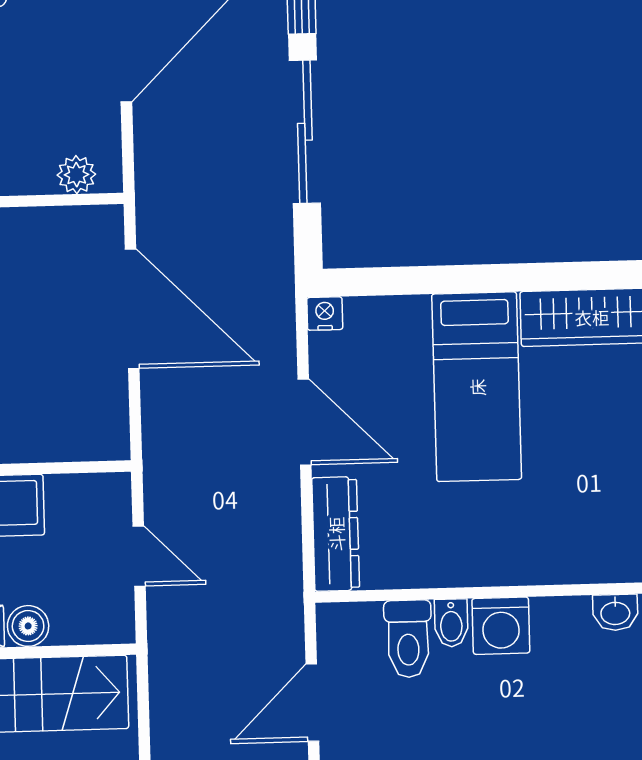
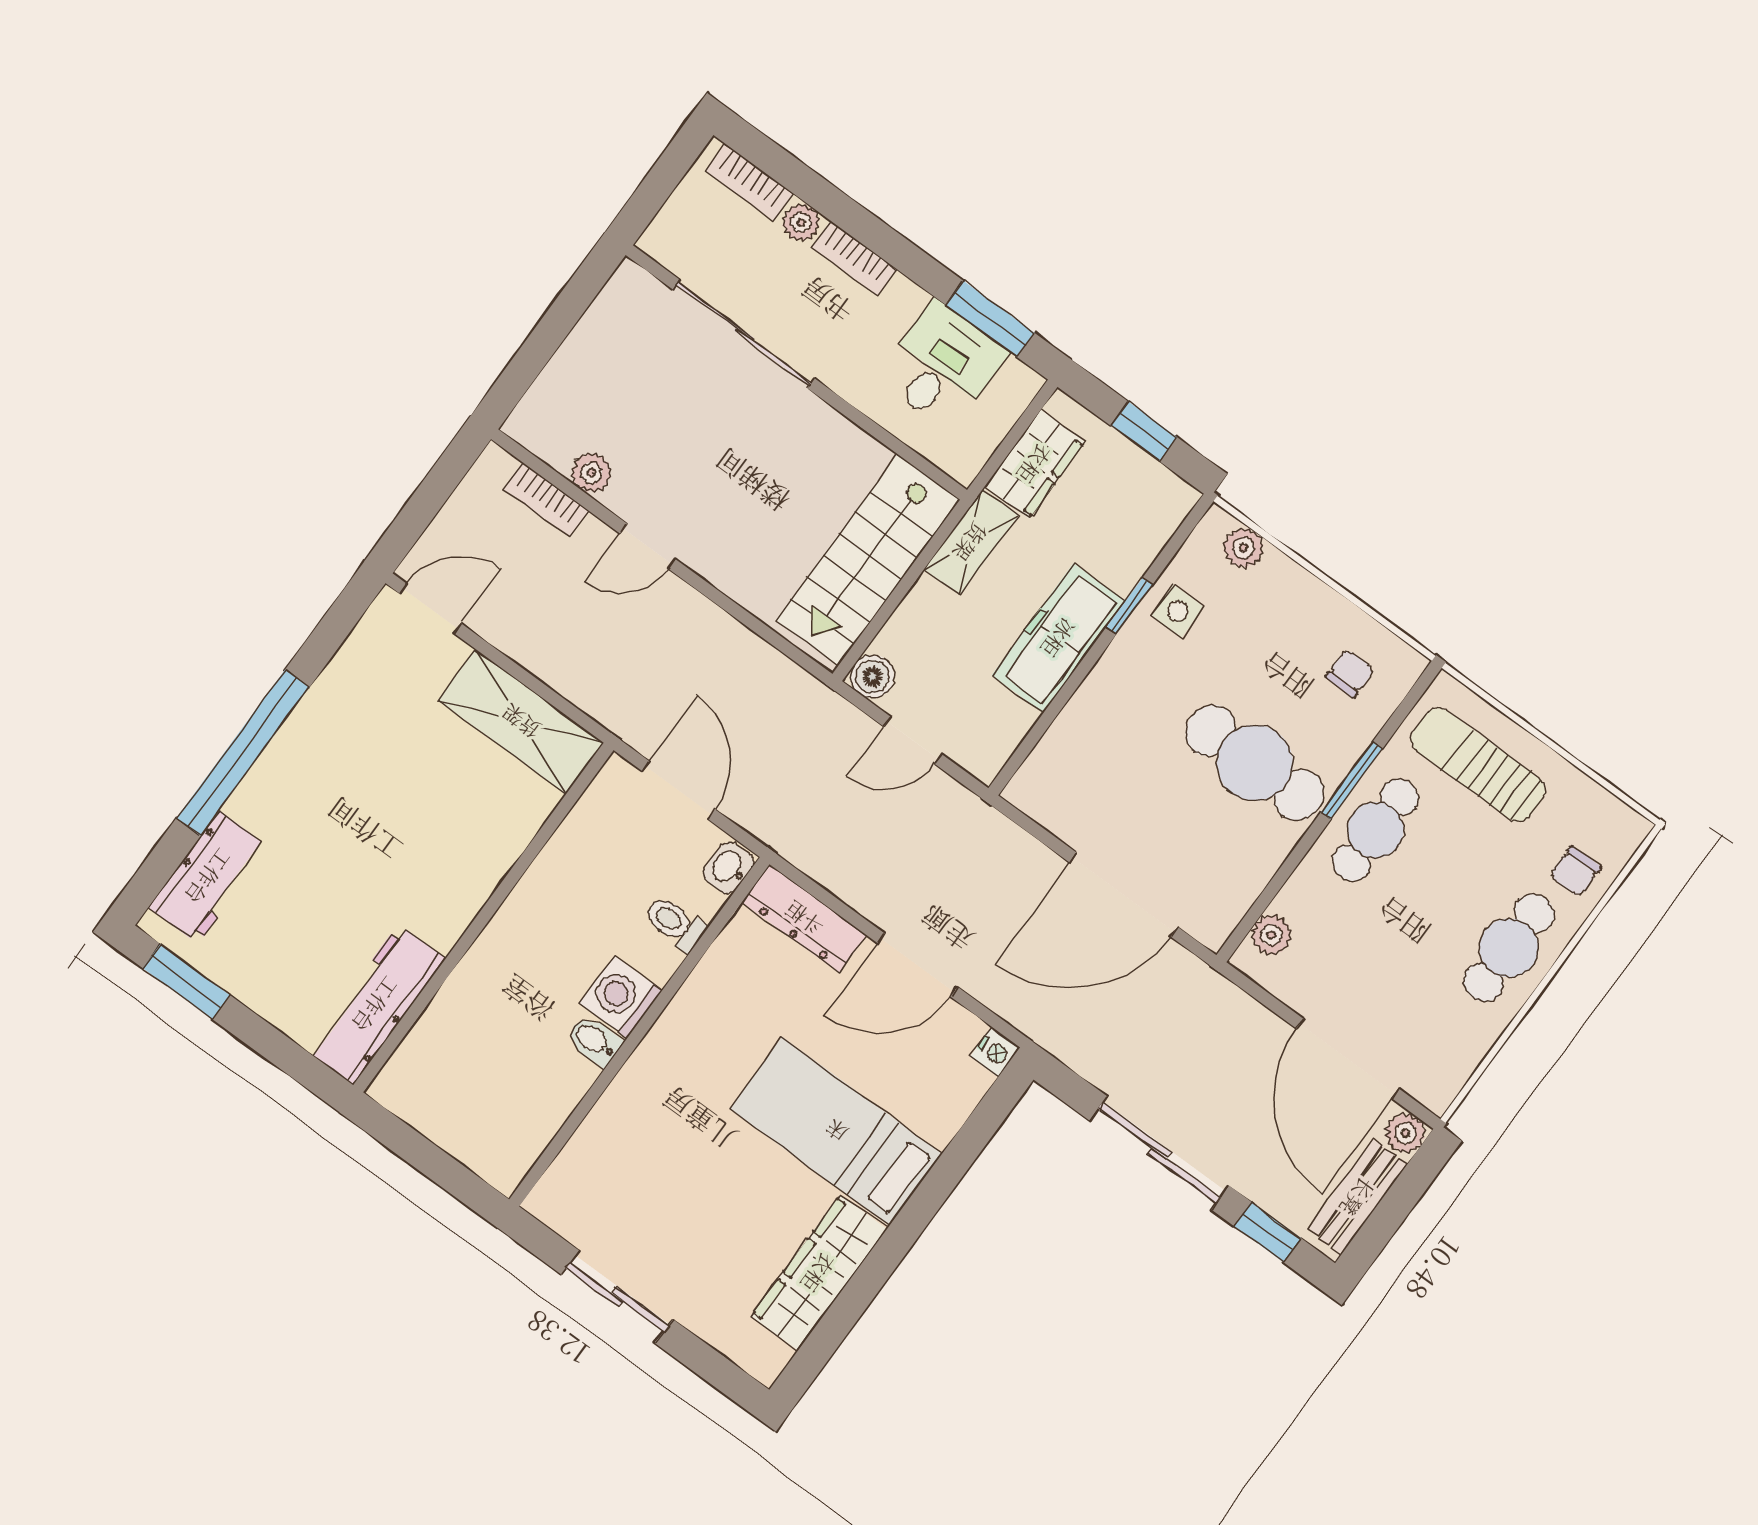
washbasin: (615, 612) -> (729, 868), moved
bidet: (451, 623) -> (594, 1041), moved
boiler: (28, 626) -> (872, 676), moved
toilet: (408, 639) -> (675, 923), width x0.73, depth x0.72

